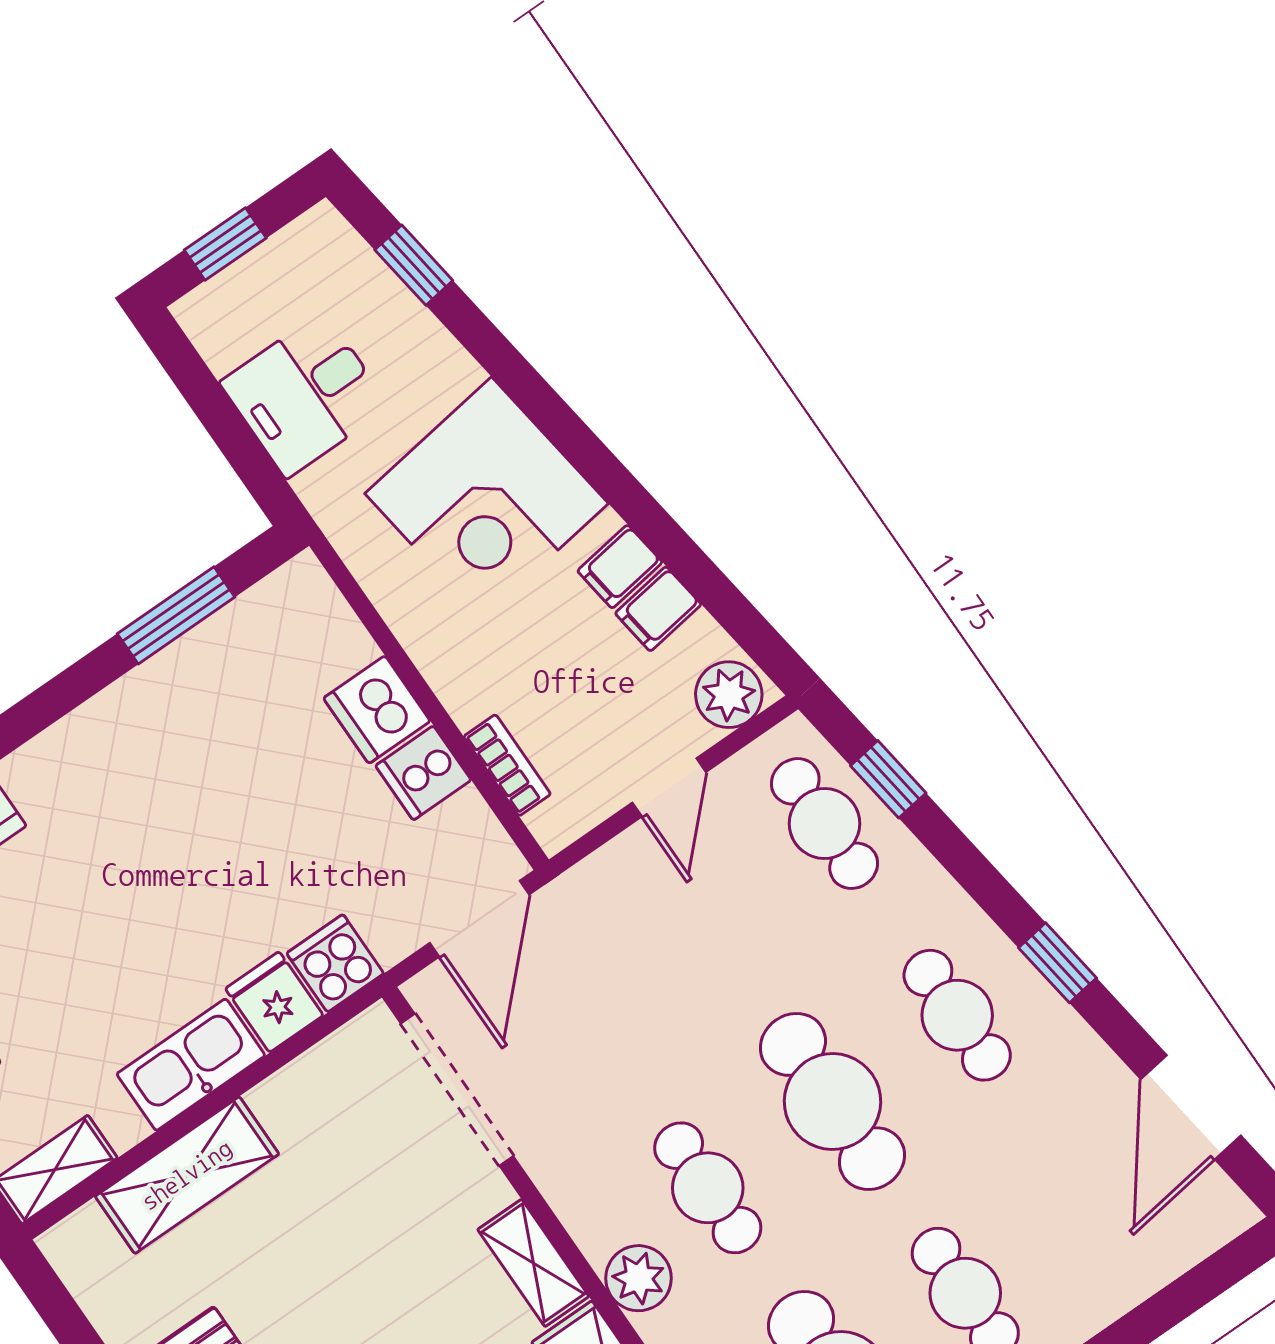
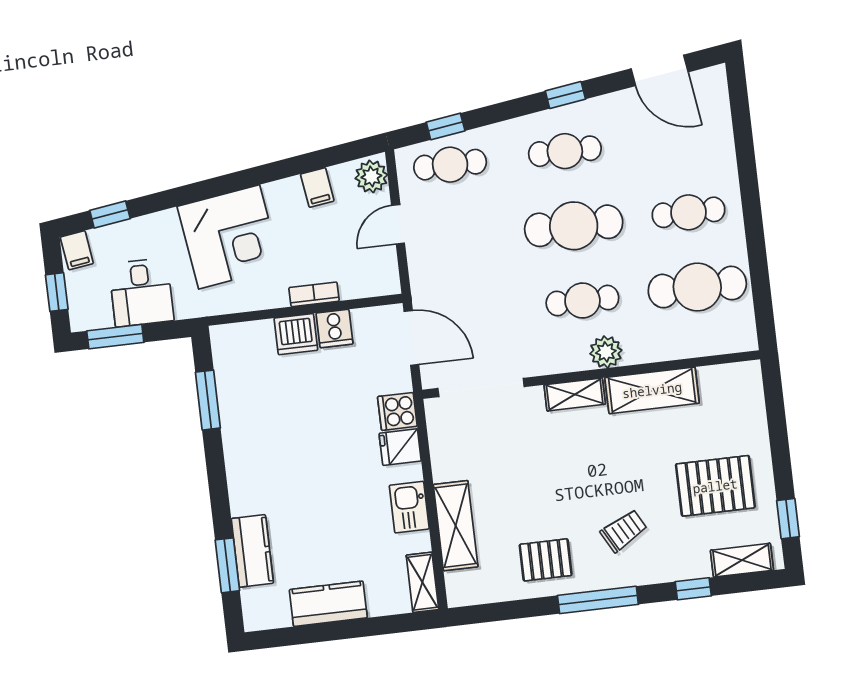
window: (201, 390) -> (115, 337), added
filing cabinet: (620, 567) -> (77, 250), moved
bookcase: (507, 765) -> (314, 294), moved
door: (669, 787) -> (398, 224), swing flipped
kitchen sink: (191, 1065) -> (409, 507), width x0.73

